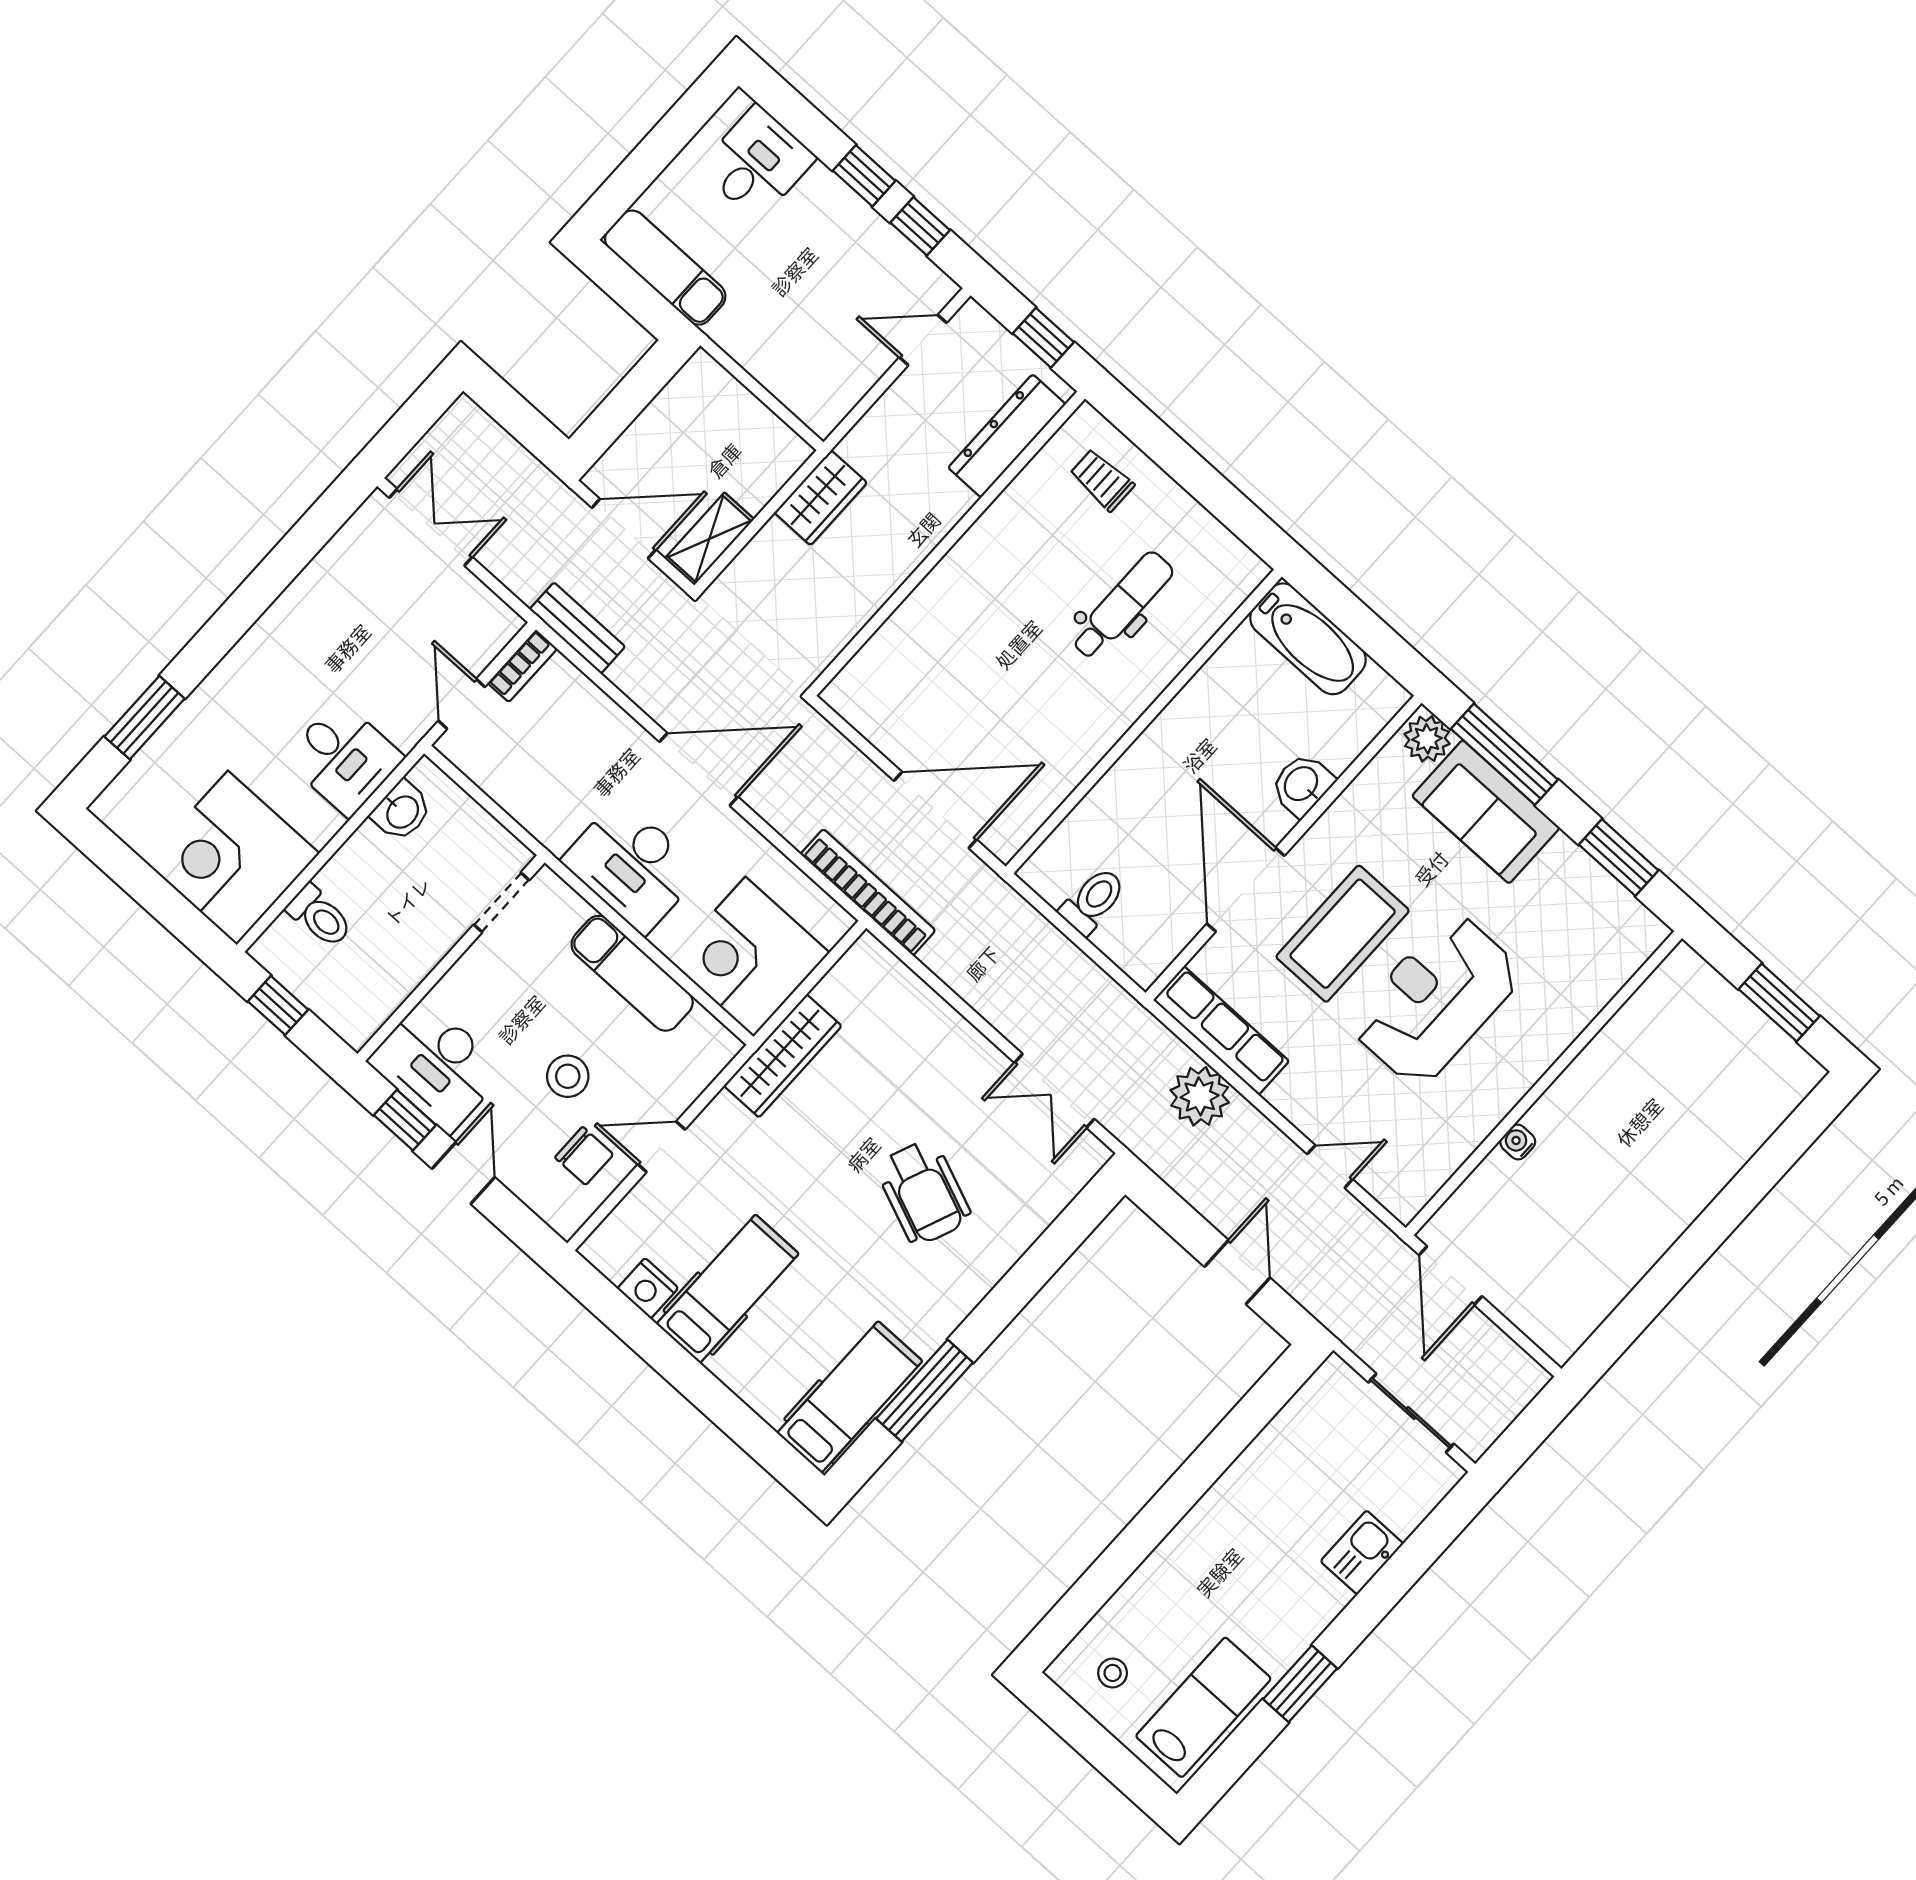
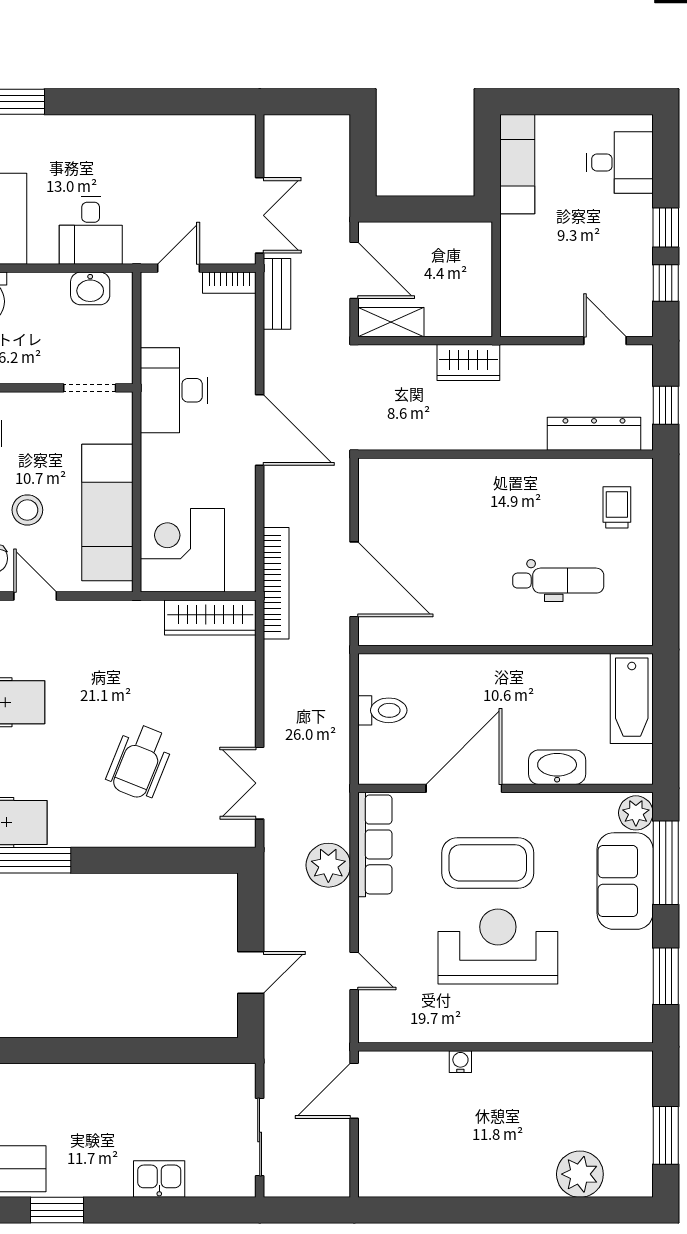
double door: (431, 527) -> (260, 215), moved
washbasin: (1302, 785) -> (557, 767), width x1.38
desk: (632, 866) -> (174, 390), moved
exam couch: (632, 973) -> (107, 512), width x1.36, depth x1.45
wardrobe: (783, 1056) -> (210, 617), moved
plant: (1740, 1124) -> (580, 1174), added

